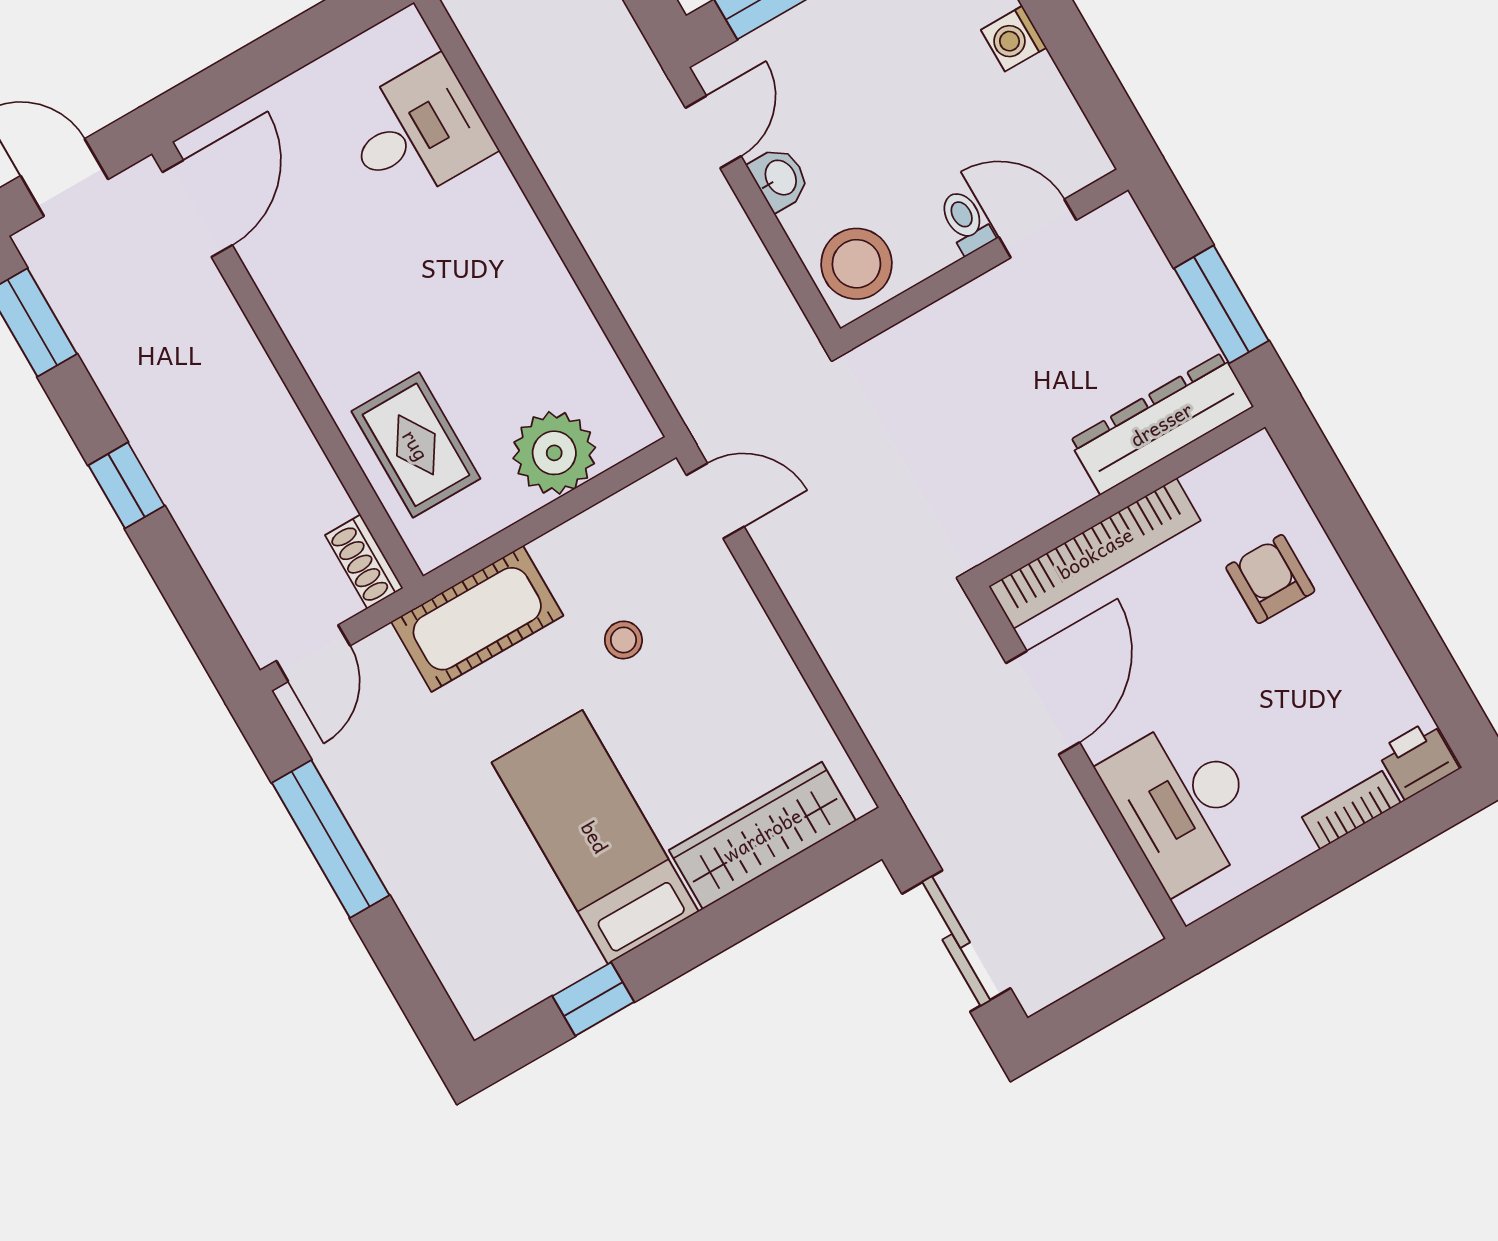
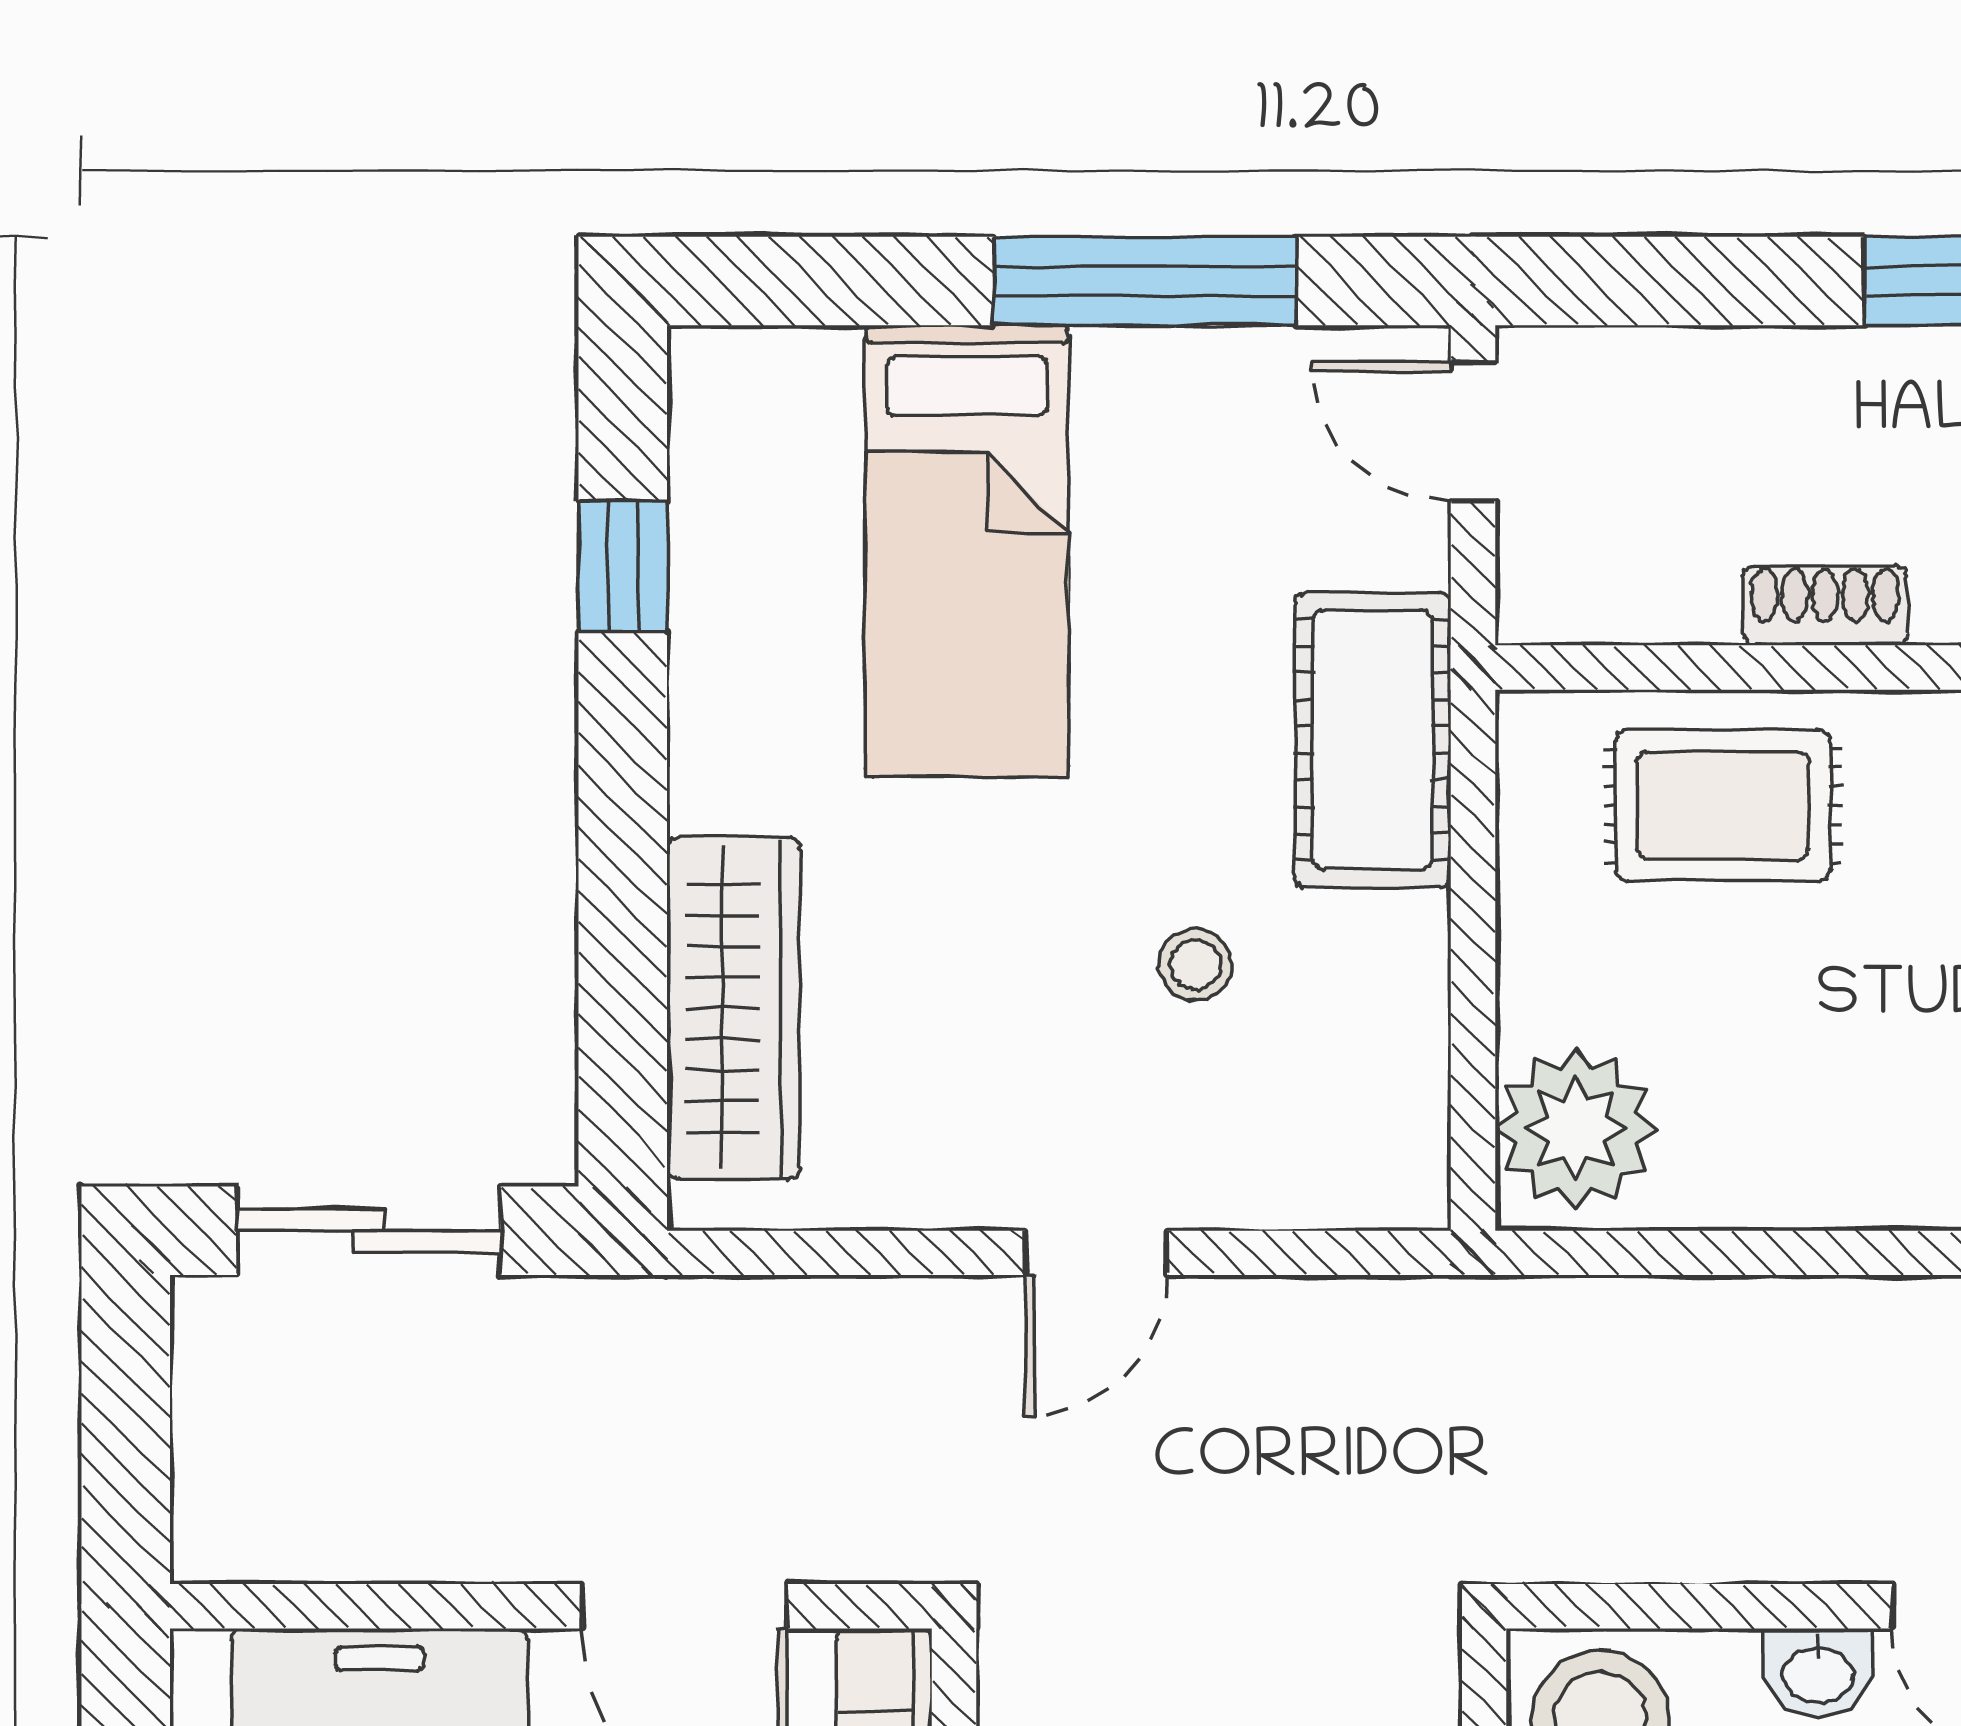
plant: (554, 453) -> (1576, 1129), moved
door: (715, 501) -> (1096, 1253), moved
shoe rack: (364, 562) -> (1825, 605), moved
bed: (595, 837) -> (967, 551), moved, turned 90

